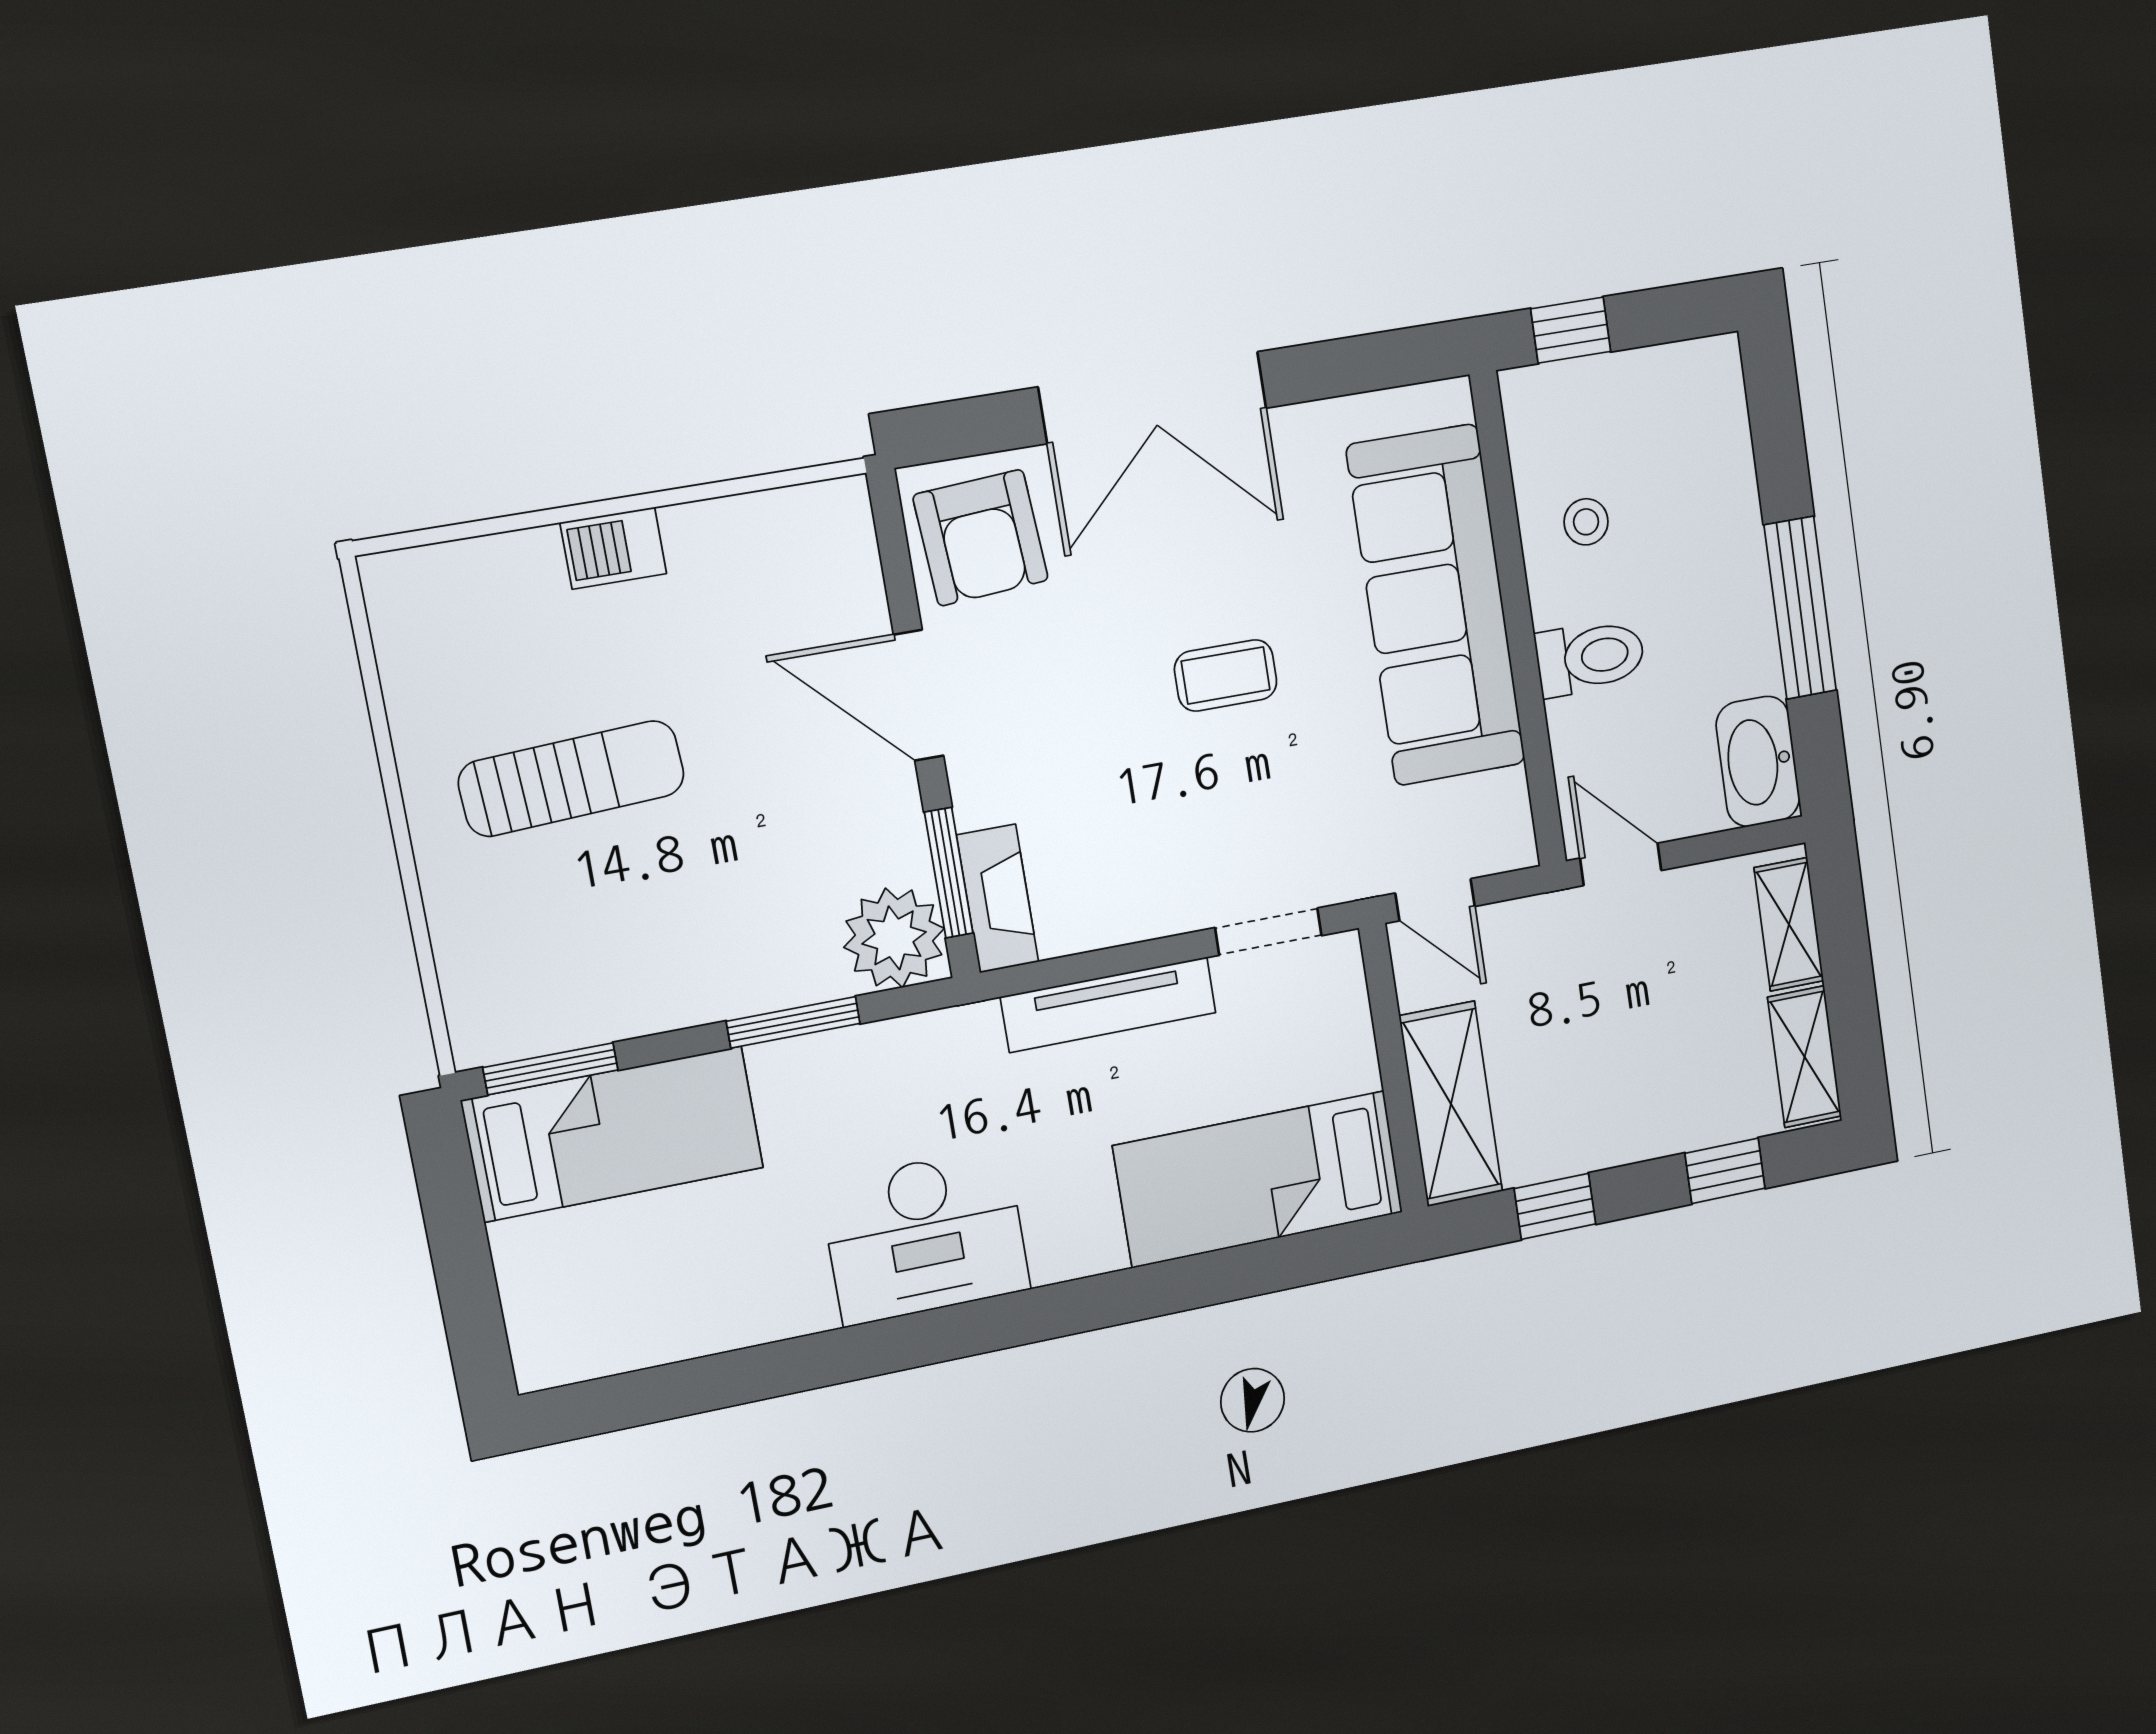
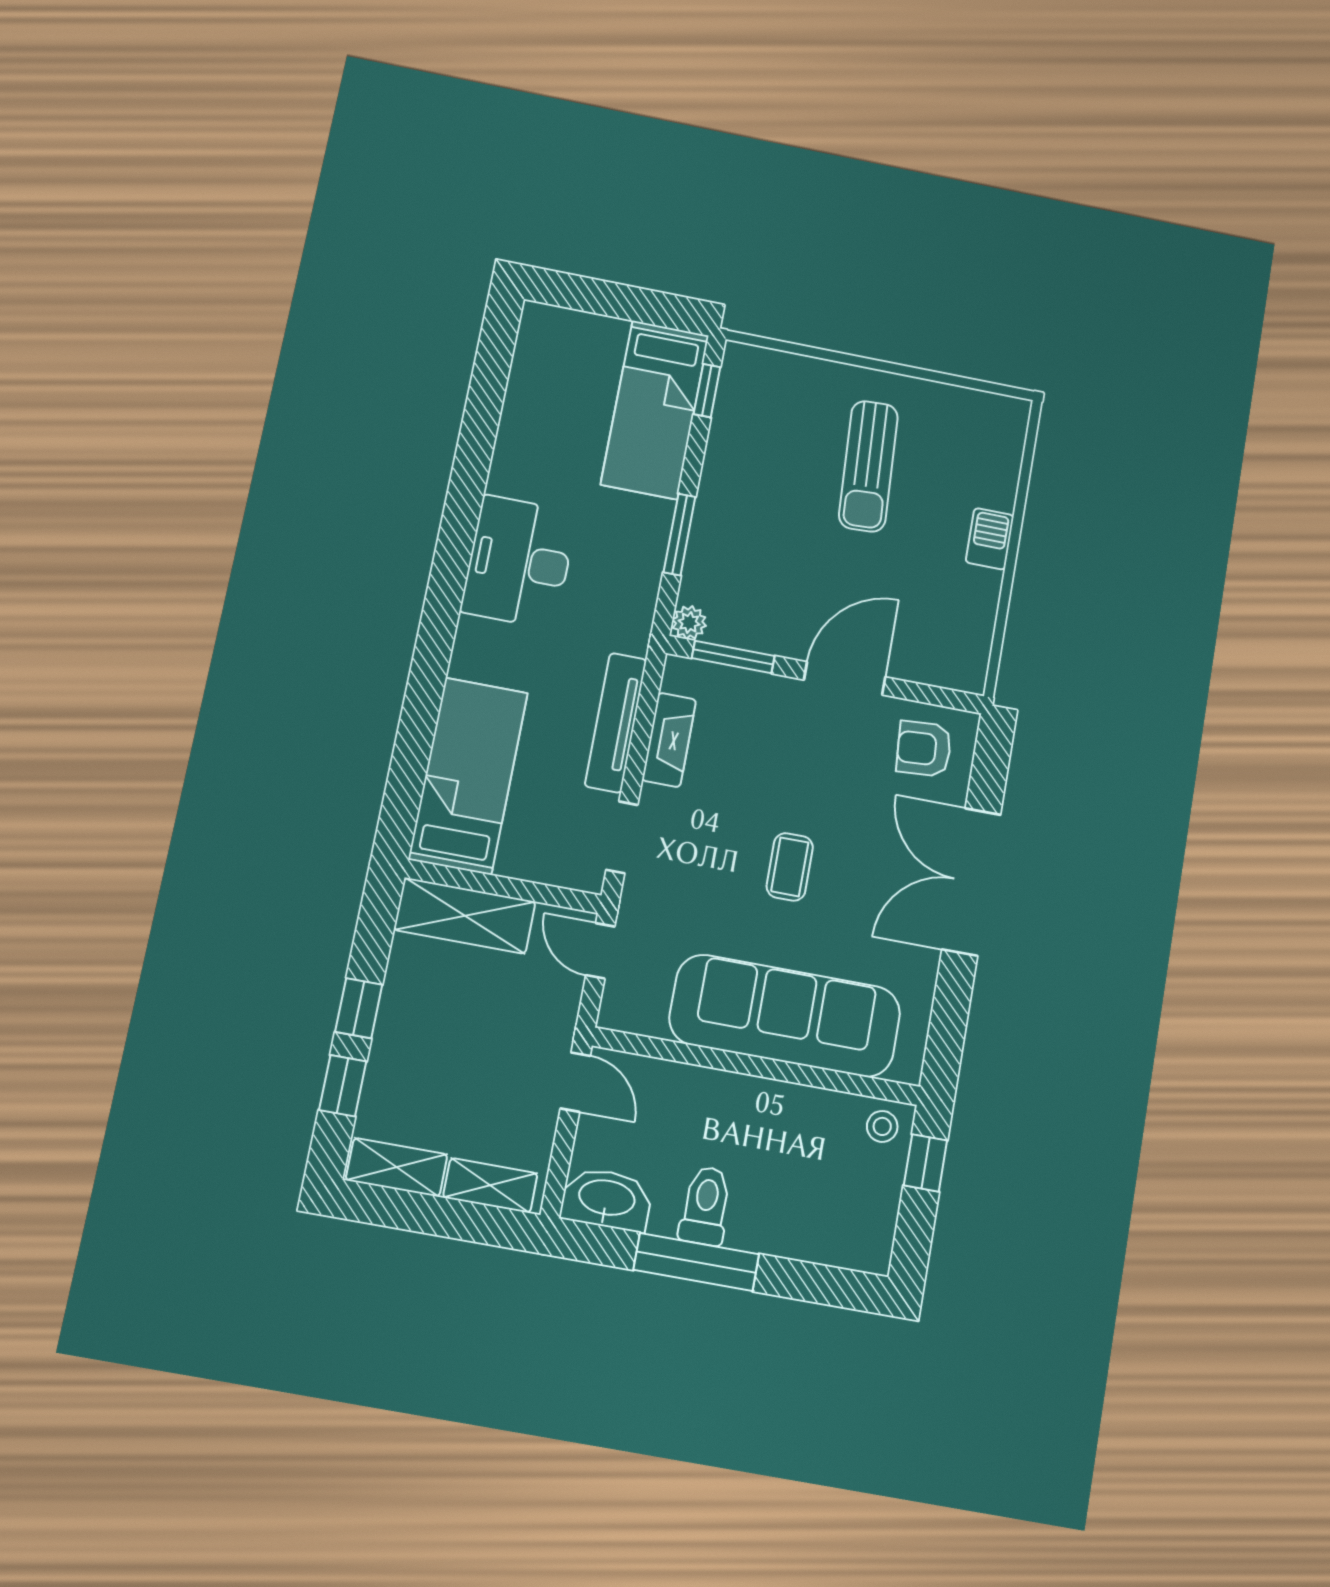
stool: (1586, 522) -> (882, 1126), moved
armchair: (981, 538) -> (924, 749), width x0.72, depth x0.72
toilet: (1590, 657) -> (706, 1206), moved, turned 180
door: (1621, 864) -> (575, 1082), hinge flipped
fireplace: (998, 899) -> (669, 740), moved, turned -90
door: (1435, 900) -> (600, 951), hinge flipped
plant: (894, 938) -> (689, 623), width x0.53, depth x0.53
window: (551, 1069) -> (707, 391), width x0.67
window: (1555, 1206) -> (359, 1008), moved

